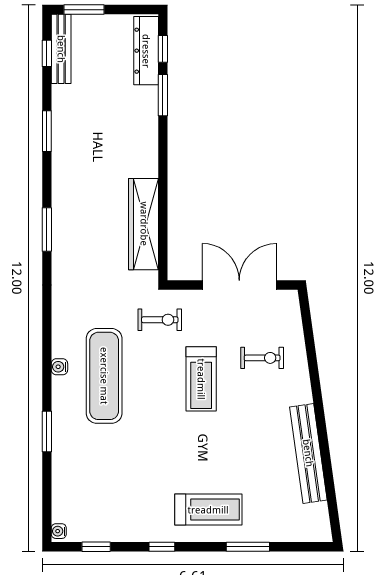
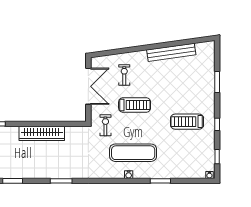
wardrobe: (144, 224) -> (42, 133), moved
double door: (239, 285) -> (88, 86), swing flipped
treadmill: (208, 510) -> (187, 122), moved, turned -90

